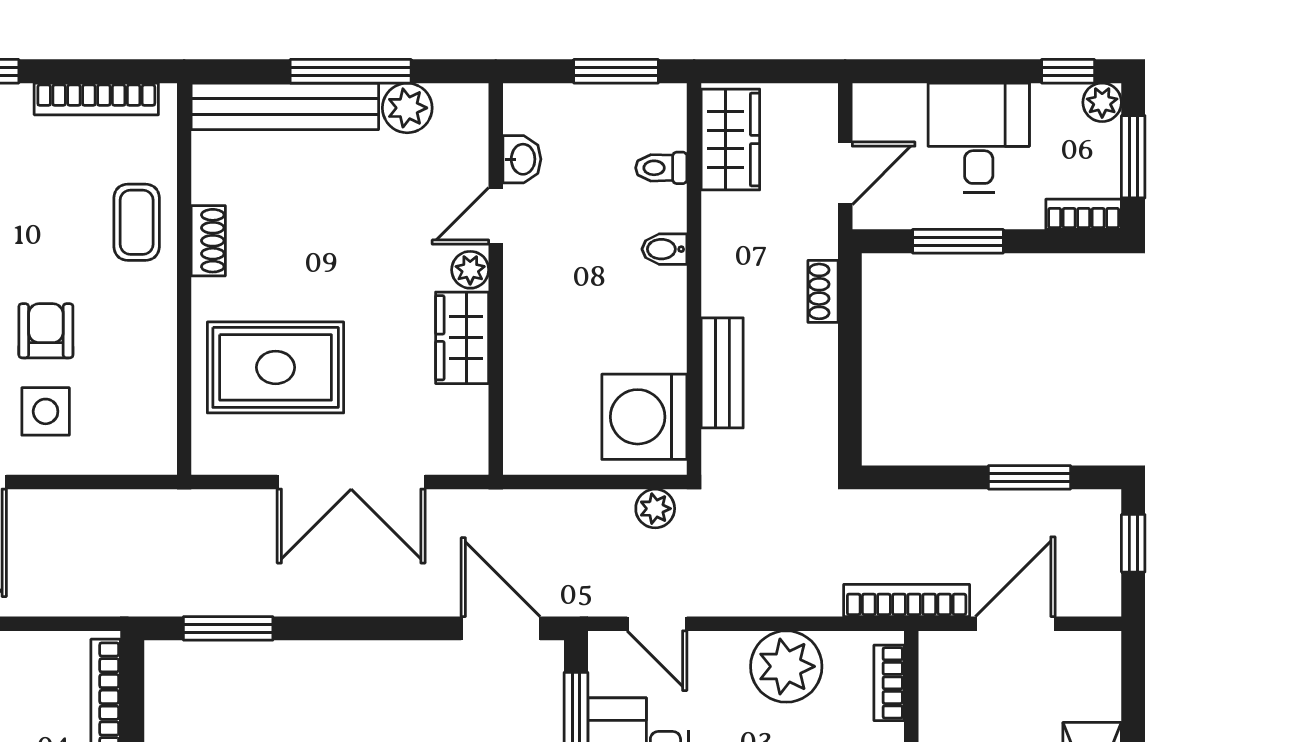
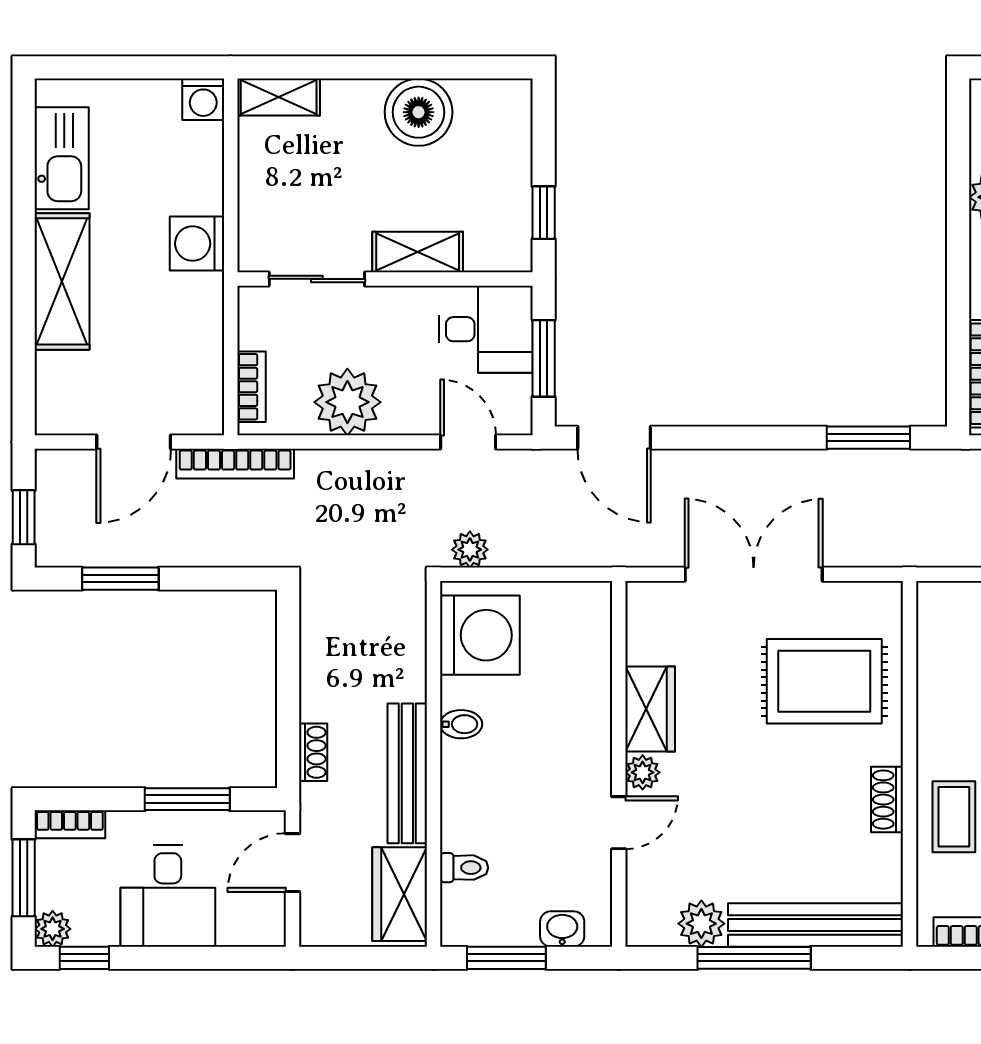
washbasin: (522, 159) -> (562, 929), moved, turned 90
bidet: (664, 249) -> (461, 724), moved
bench: (722, 373) -> (407, 773), moved, width x1.36

